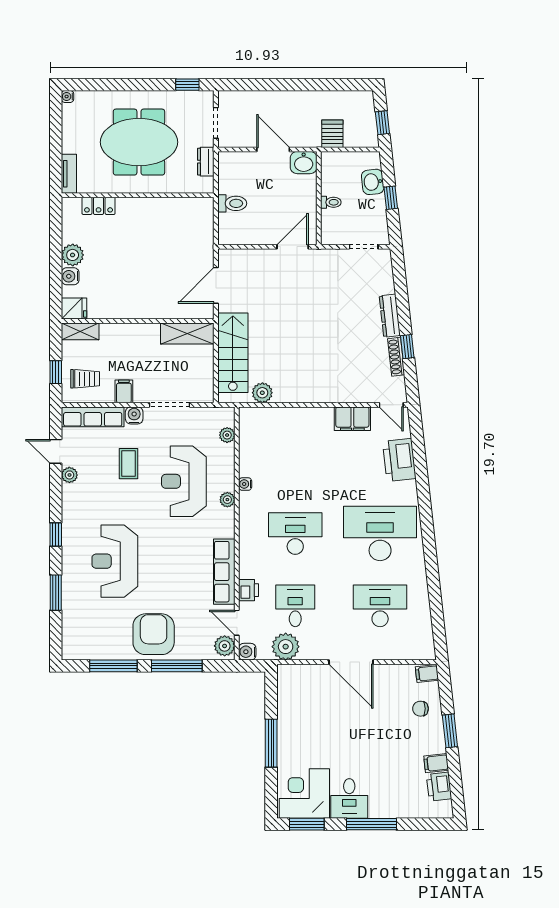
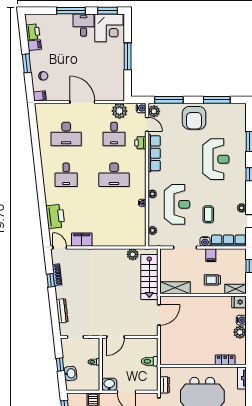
dresser: (390, 316) -> (62, 311), moved
trolley: (85, 379) -> (212, 280), moved
desk: (380, 533) -> (66, 175), width x0.53, depth x0.77
window: (177, 666) -> (169, 100), moved

